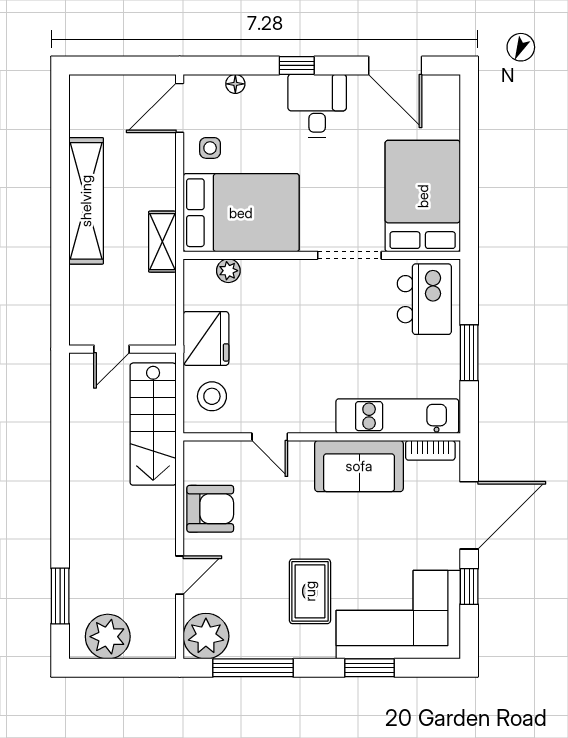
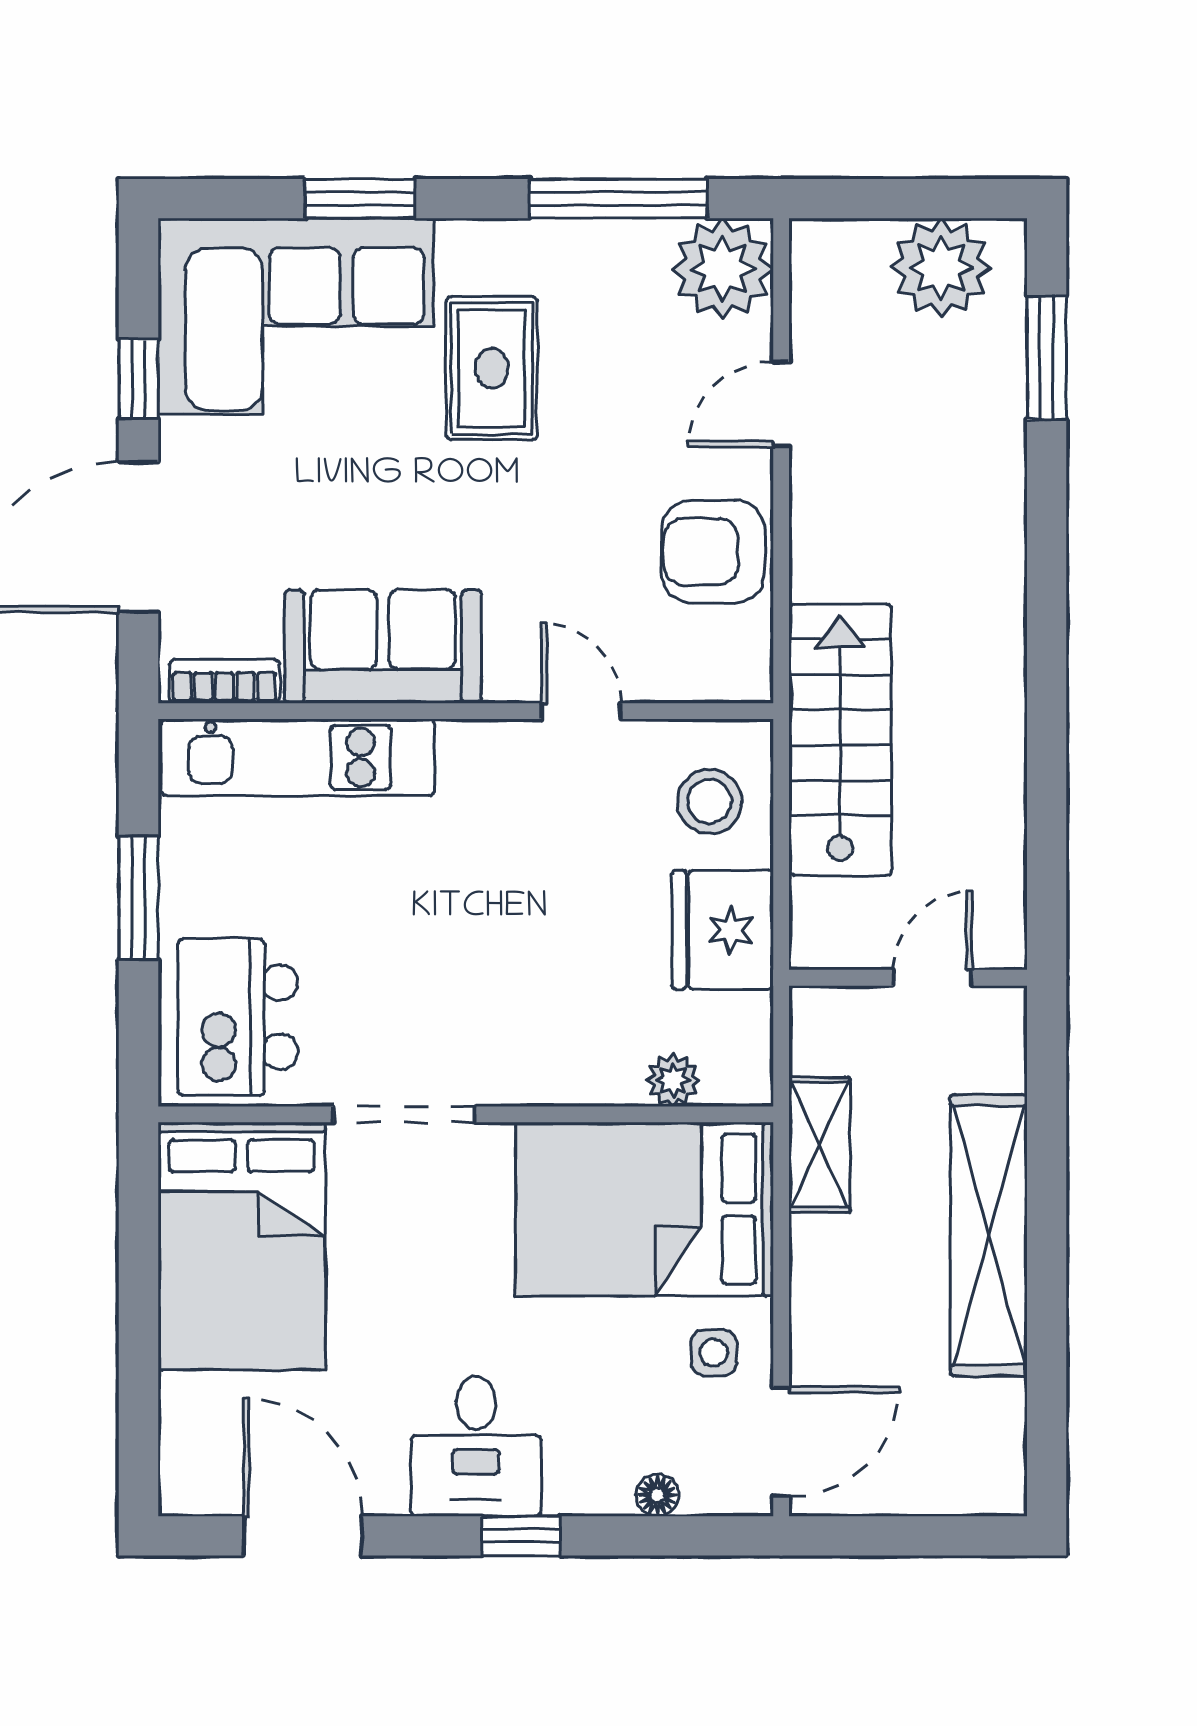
door: (112, 349) -> (932, 978), moved
wall: (123, 349) -> (908, 978), moved

